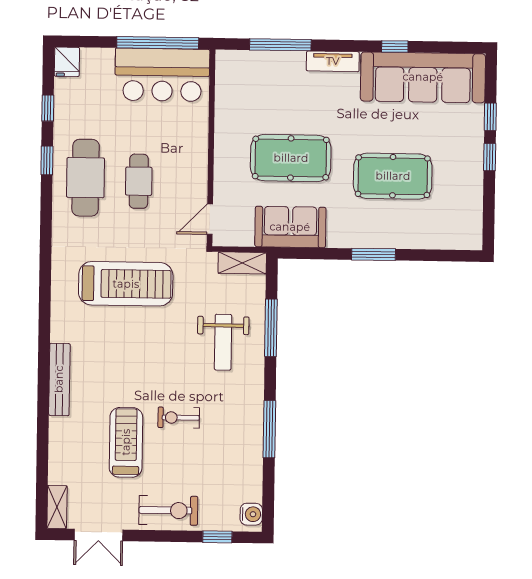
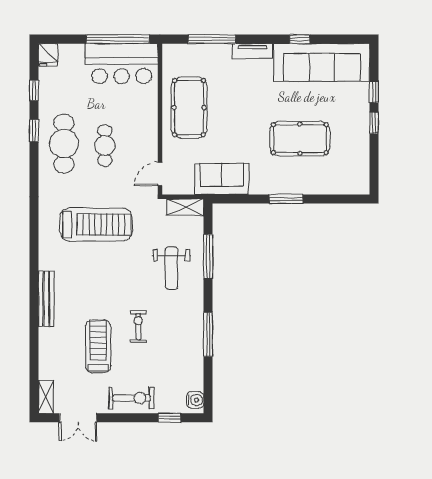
pool table: (291, 158) -> (189, 108), moved, turned 90
exercise bike: (179, 418) -> (138, 327), turned 90

